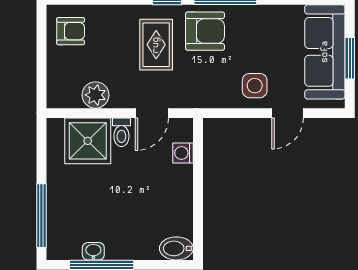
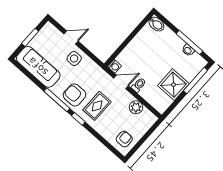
armchair: (71, 31) -> (124, 139), turned 90
sofa: (325, 52) -> (38, 67), moved, turned -90
shower: (88, 141) -> (173, 85), moved
washing machine: (183, 153) -> (115, 66), moved

